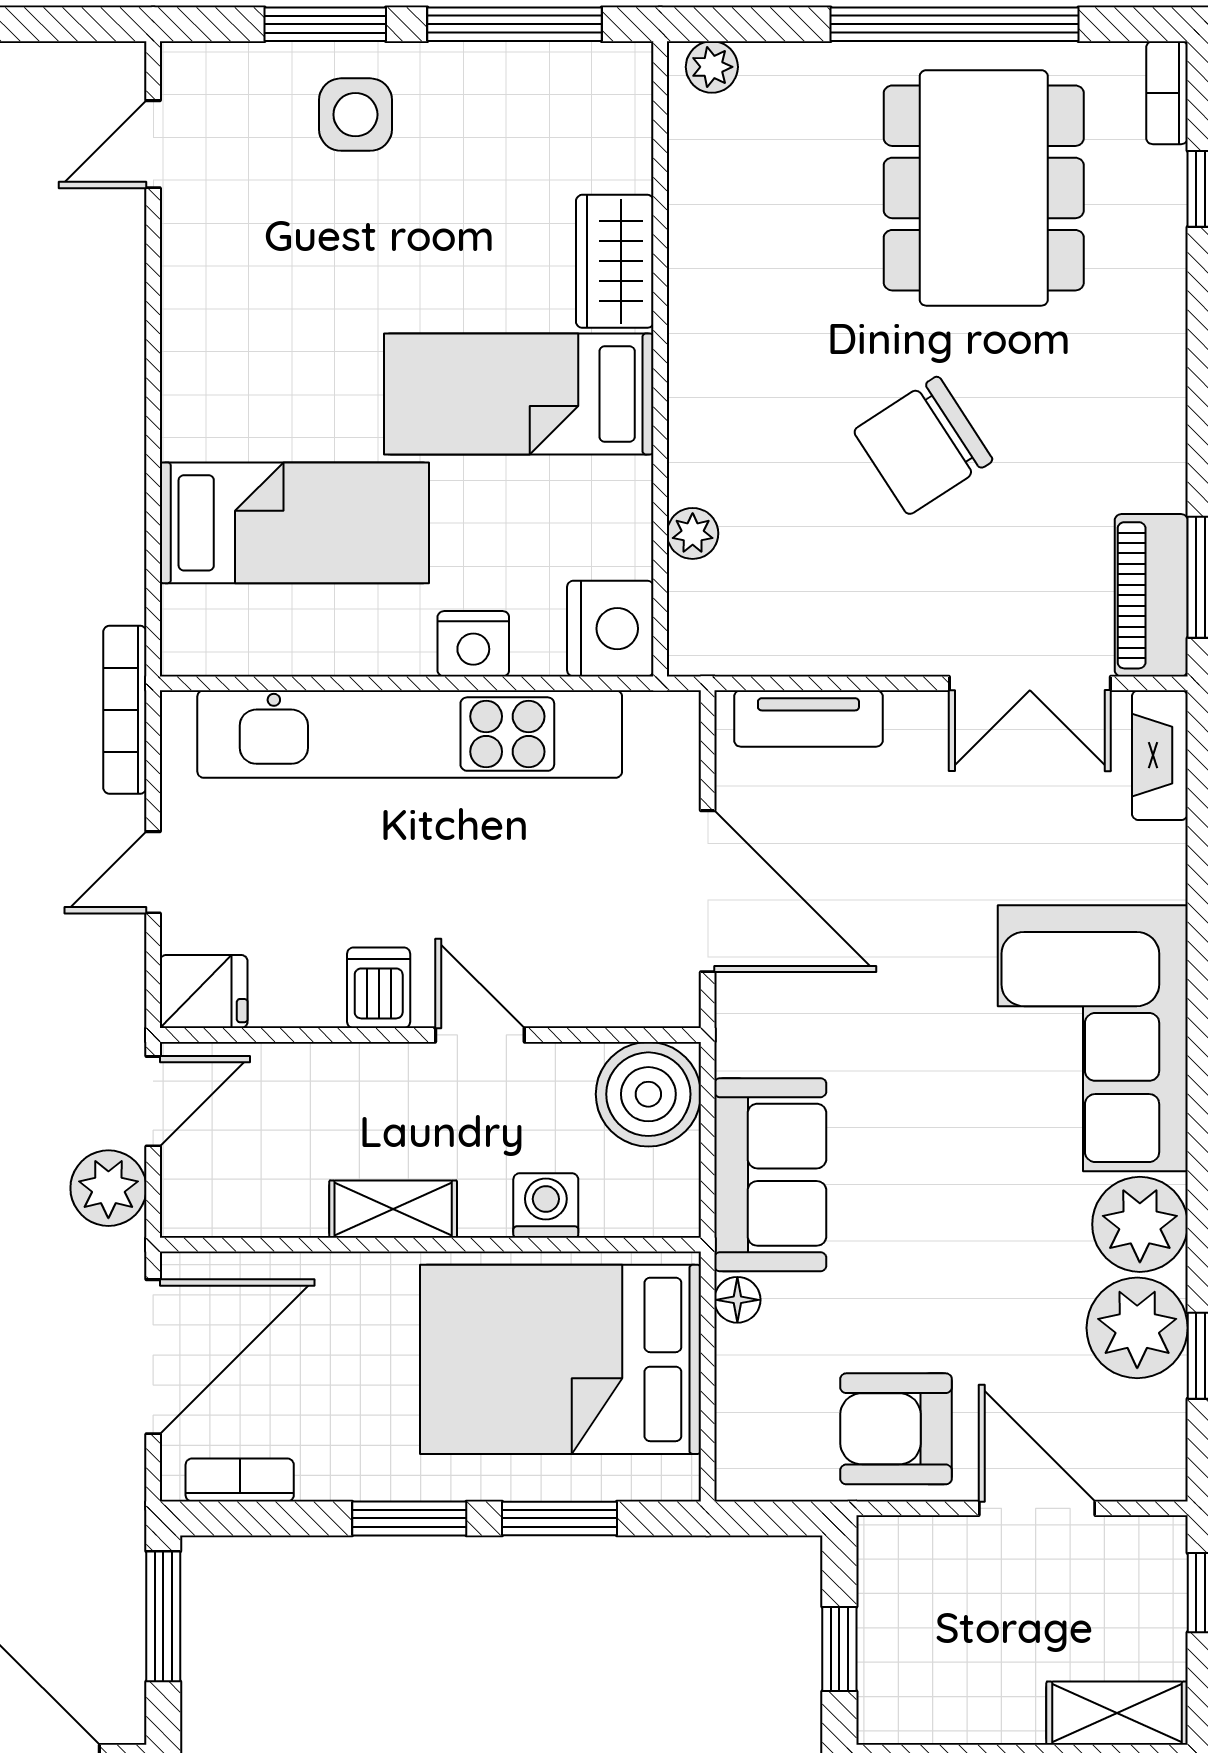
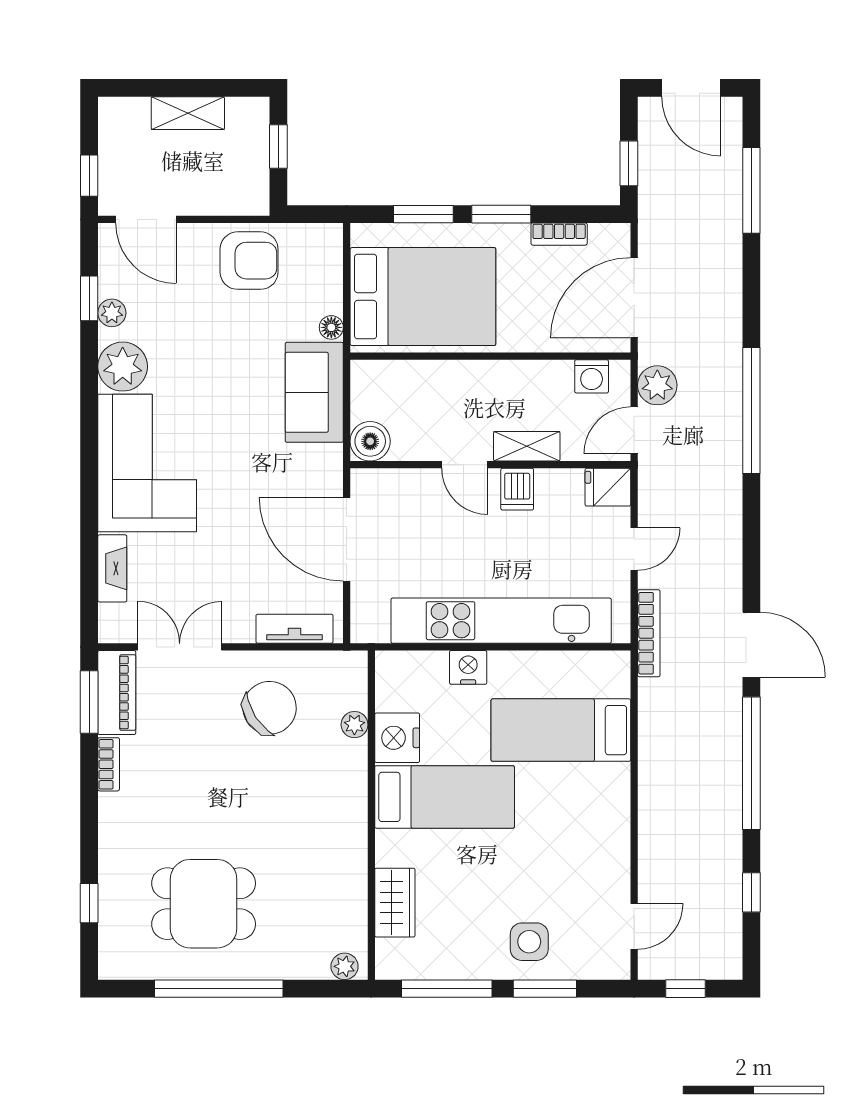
window: (54, 24) -> (685, 989), added
bookcase: (1167, 93) -> (109, 764), moved
dining table: (984, 188) -> (204, 904), width x0.73
wardrobe: (615, 261) -> (395, 903), moved
chair: (923, 446) -> (270, 708), moved
nightstand: (610, 629) -> (397, 738), moved
fireplace: (1160, 755) -> (112, 568), moved
boiler: (648, 1094) -> (370, 441), width x0.73, depth x0.73
washing machine: (546, 1205) -> (592, 376), moved
shelving: (393, 1209) -> (527, 446), moved
plant: (1137, 1328) -> (112, 313), width x0.53, depth x0.53
bookcase: (240, 1480) -> (559, 234), moved
door: (1037, 1508) -> (146, 219), moved
window: (163, 1616) -> (629, 163), width x0.67
shelving: (1117, 1713) -> (188, 113), moved

